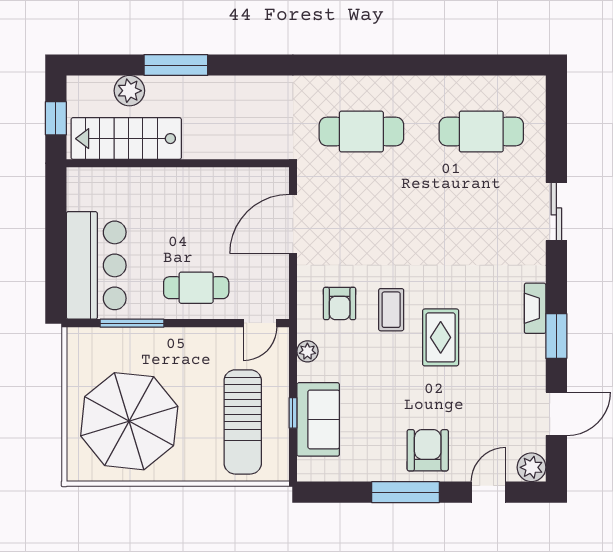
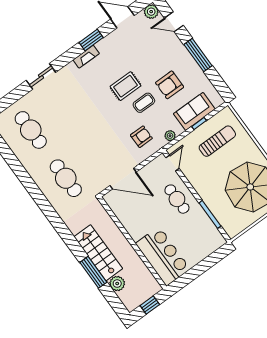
stairs: (126, 139) -> (98, 253), moved, turned 180
bar counter: (96, 265) -> (163, 256), moved, turned 90
coffee table: (391, 310) -> (144, 103), moved
door: (260, 323) -> (173, 163), hinge flipped
sun lounger: (243, 422) -> (217, 141), width x0.73, depth x0.75
armchair: (428, 450) -> (170, 85), moved

